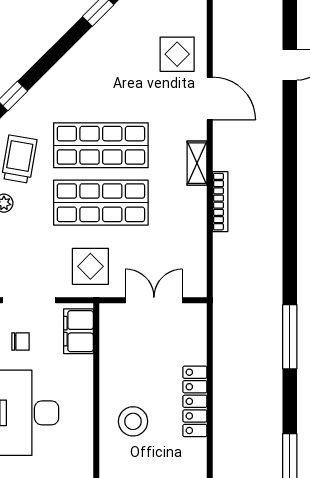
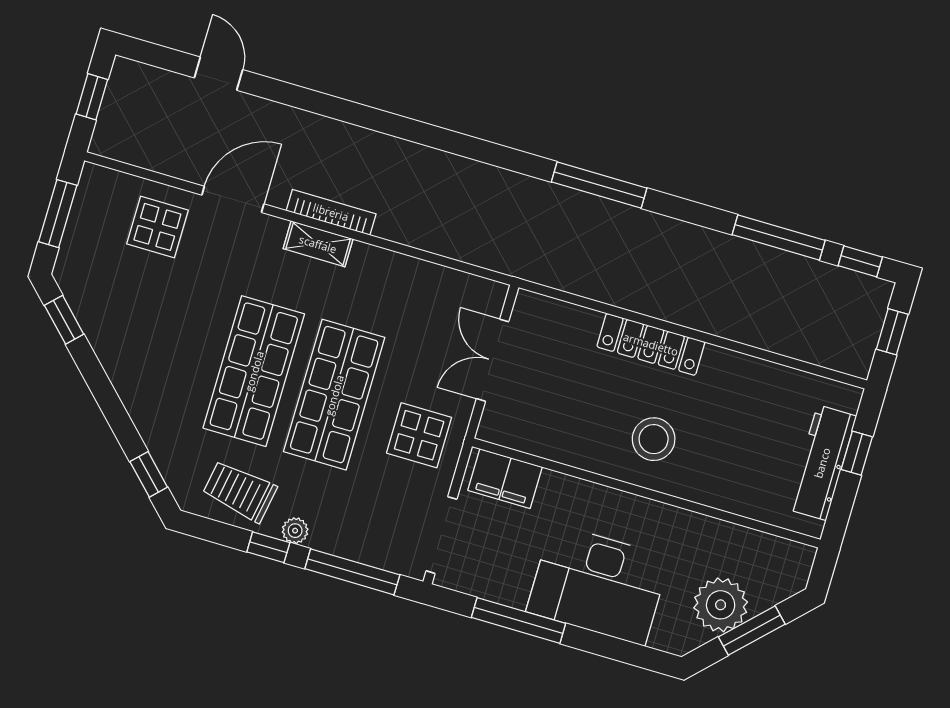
bookcase: (220, 202) -> (331, 212), moved
chair: (21, 342) -> (496, 564), removed

